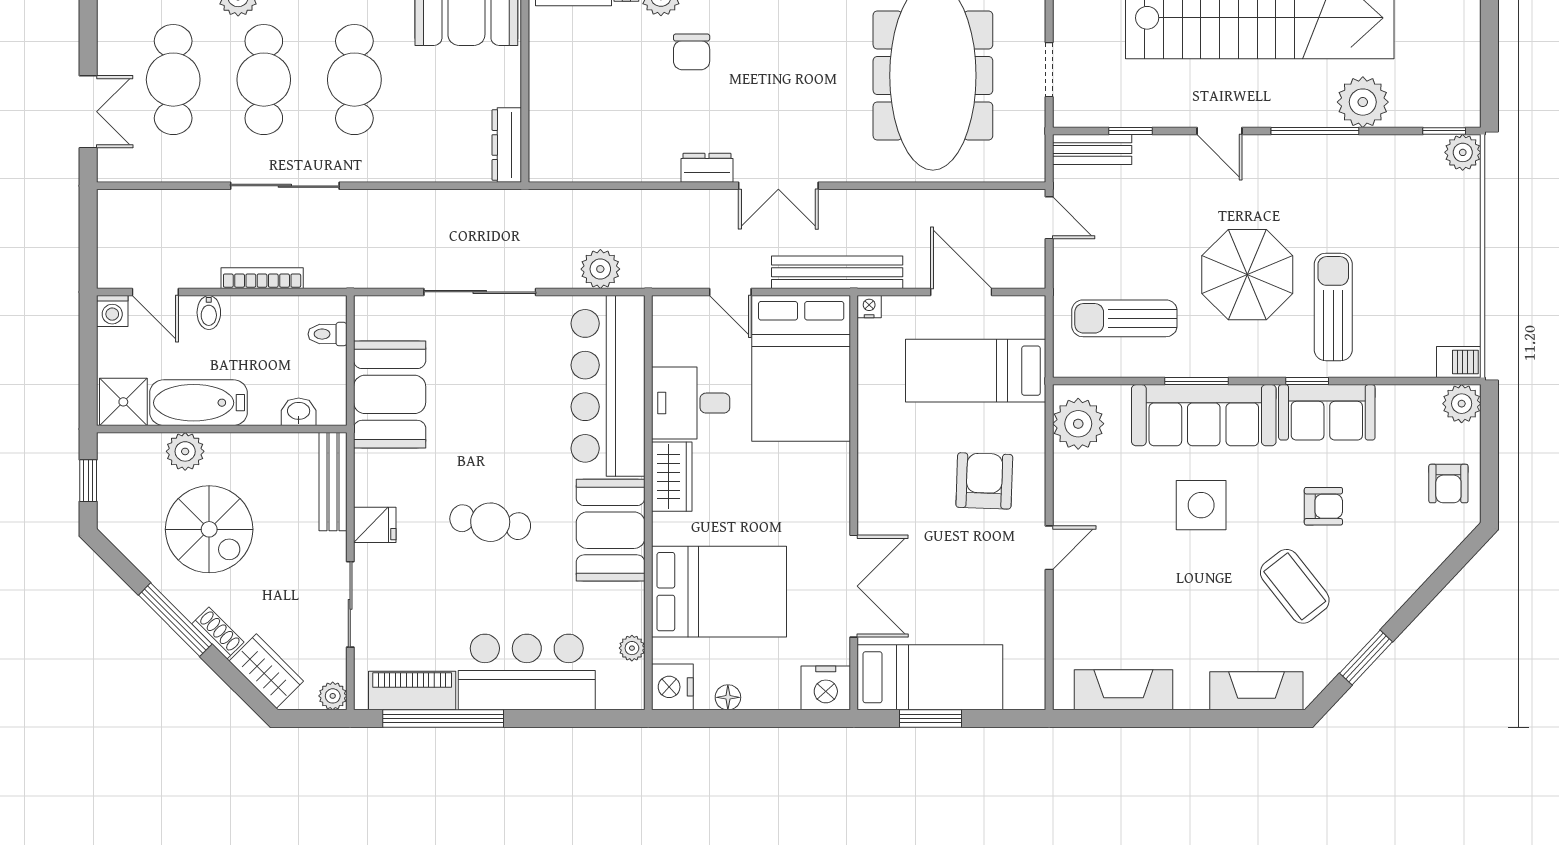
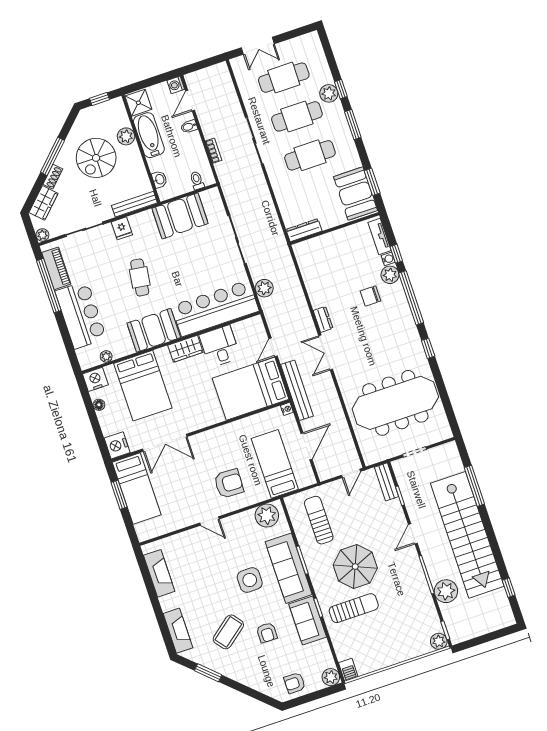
bookcase: (262, 278) -> (214, 151), width x0.64

